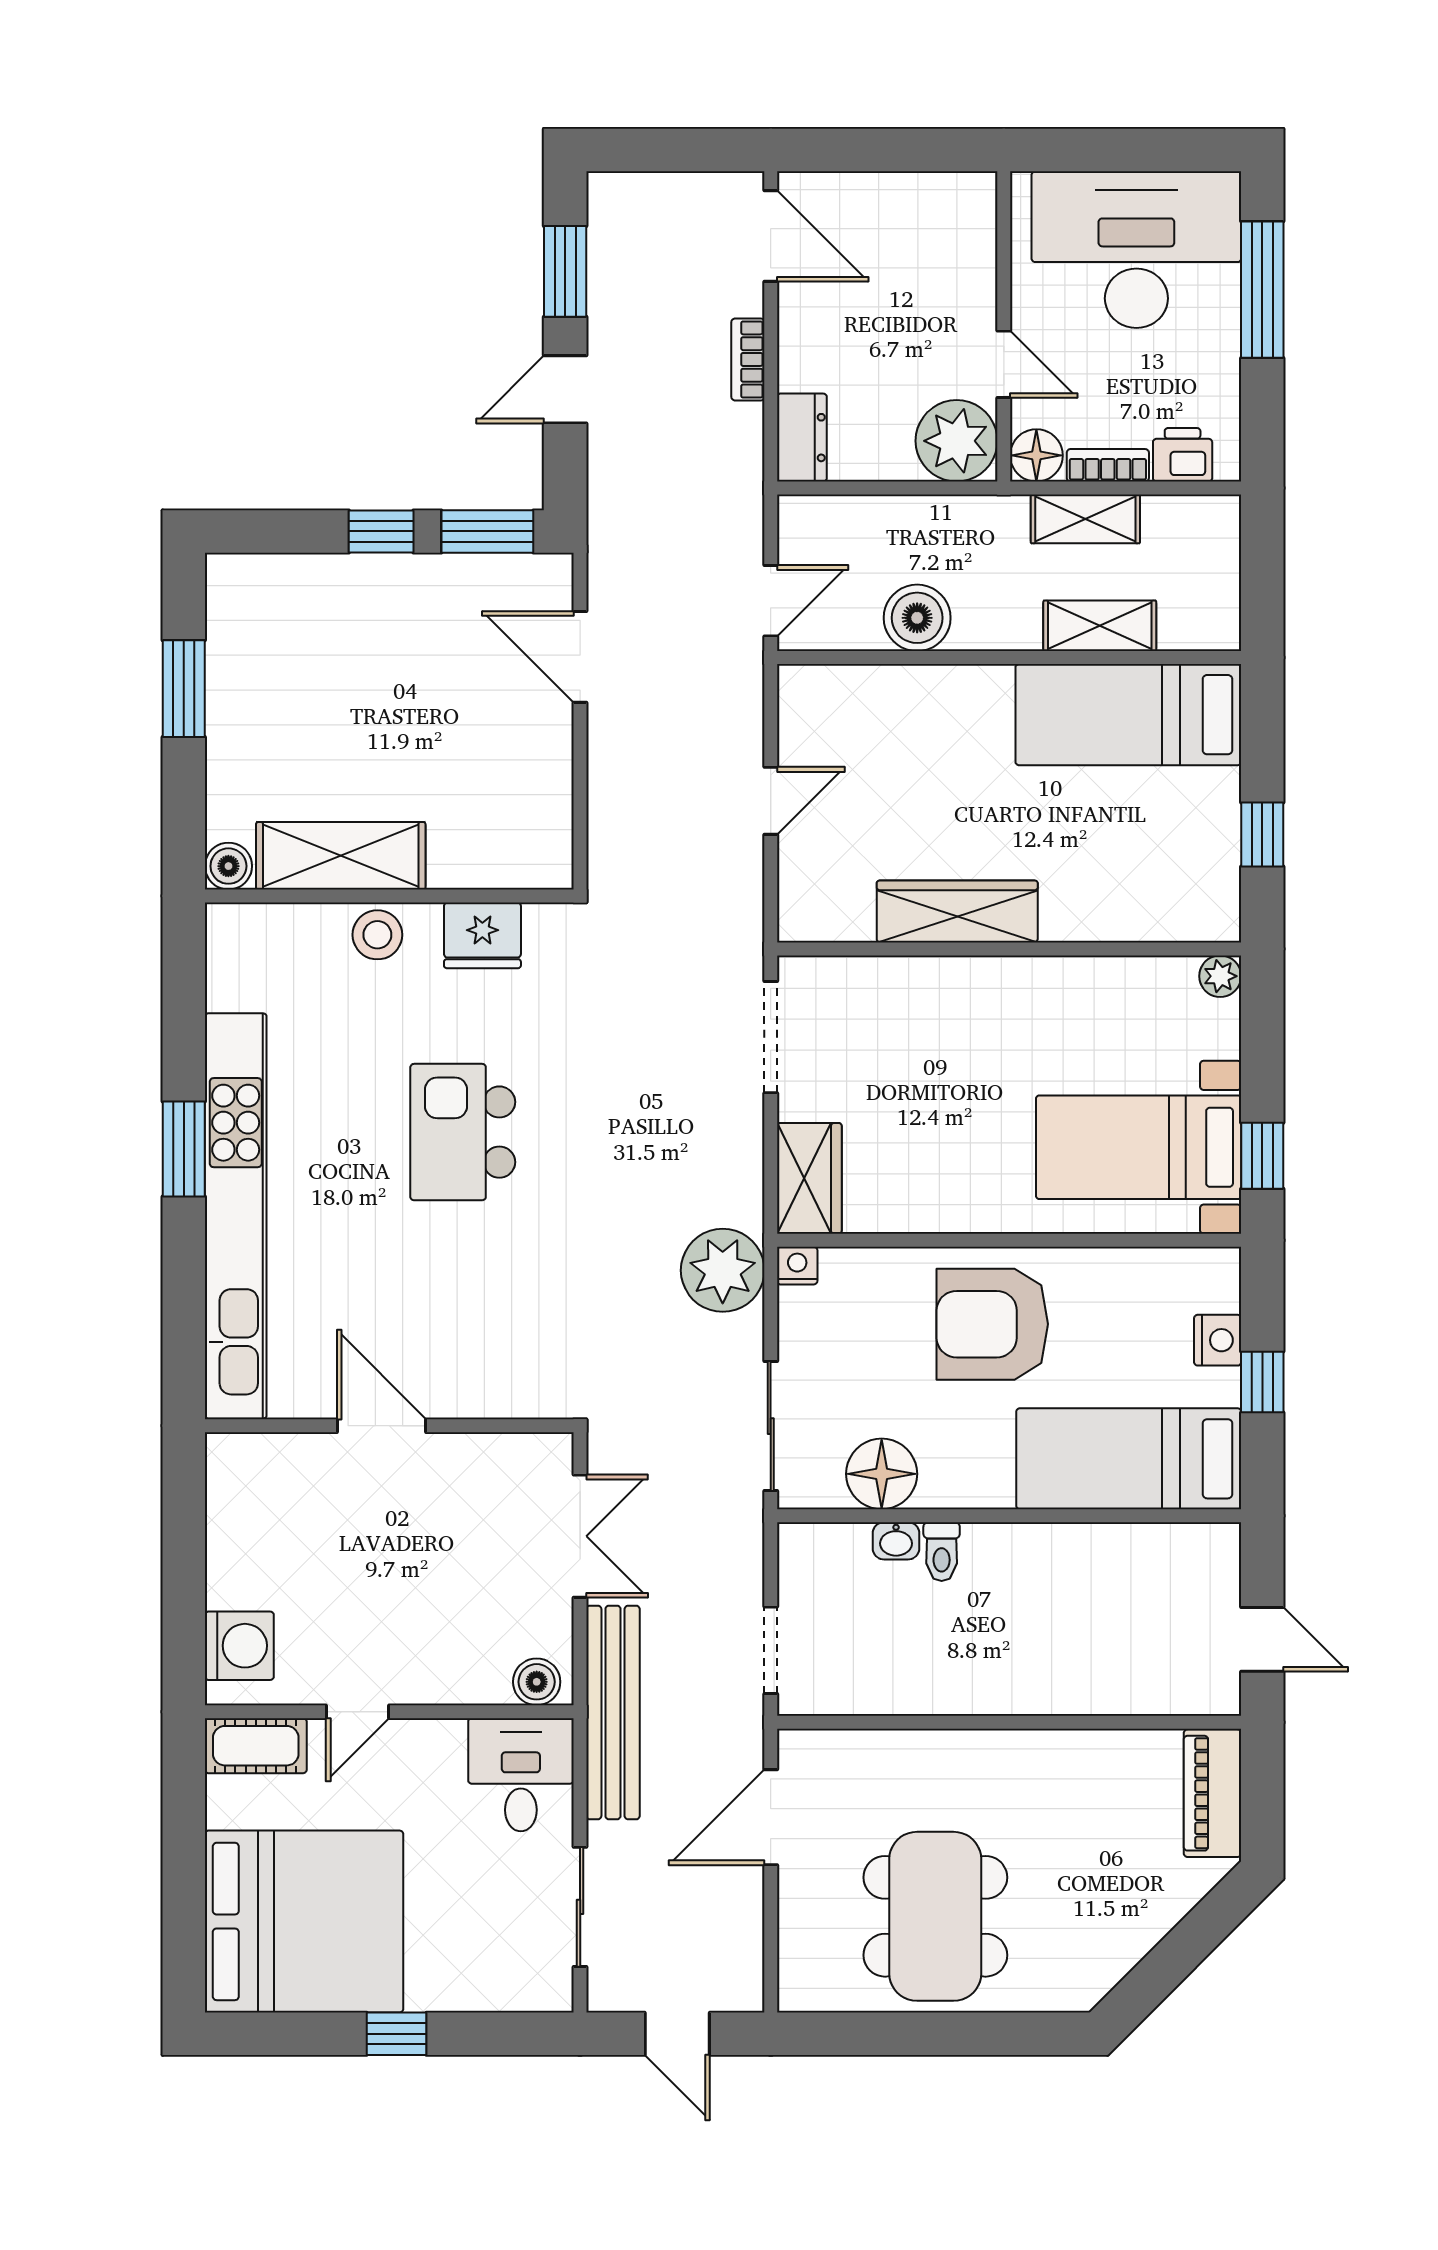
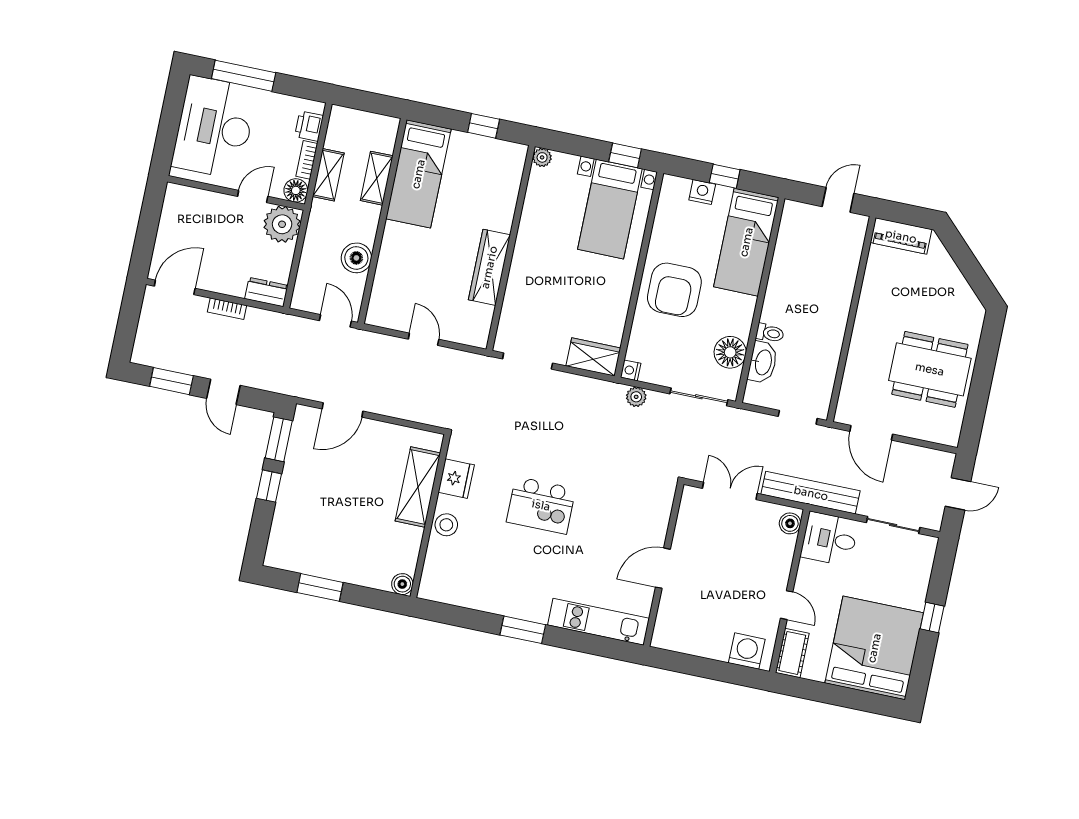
shelving: (341, 856) -> (418, 487), moved
kitchen unit: (236, 1216) -> (598, 622), width x0.54
plant: (723, 1270) -> (636, 397), width x0.53, depth x0.53
washbasin: (896, 1541) -> (763, 362), width x1.91, depth x1.45

